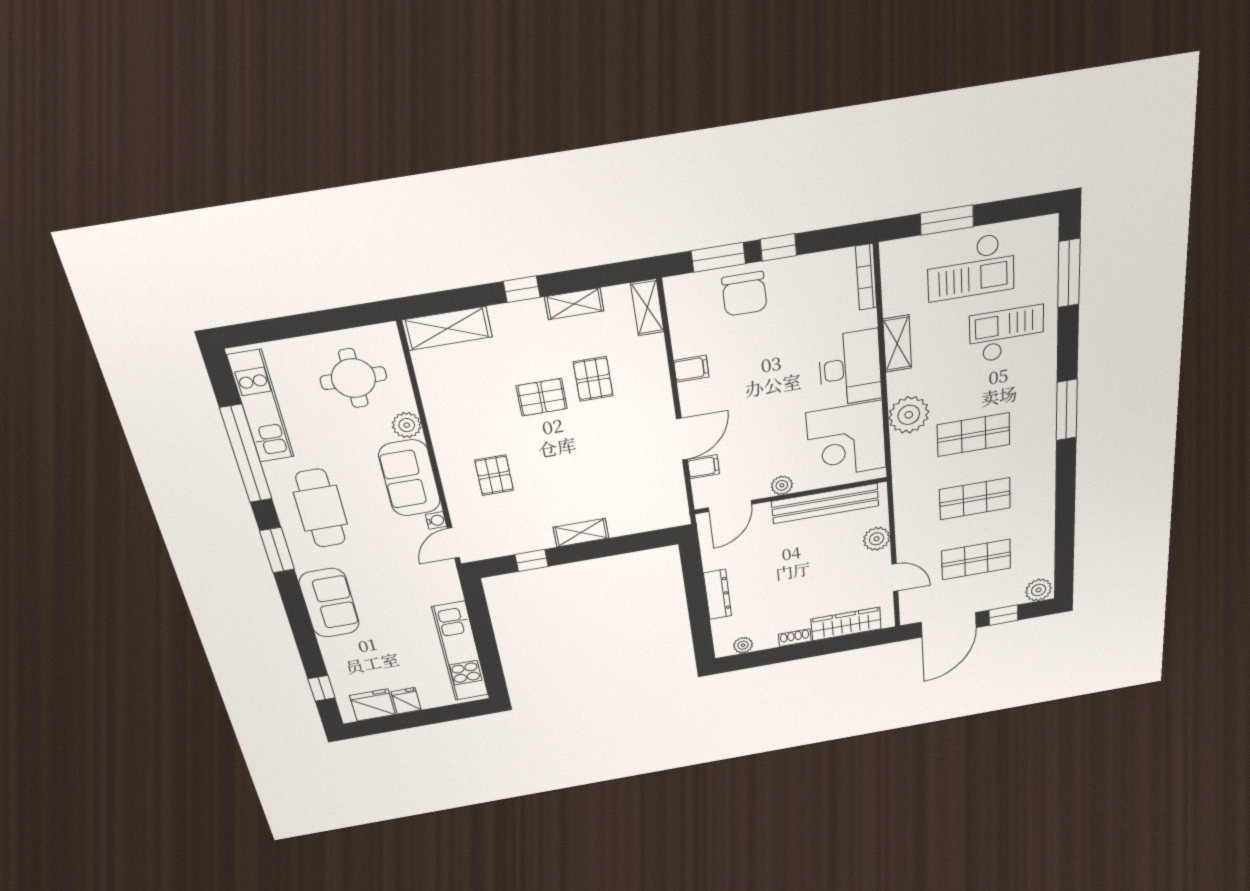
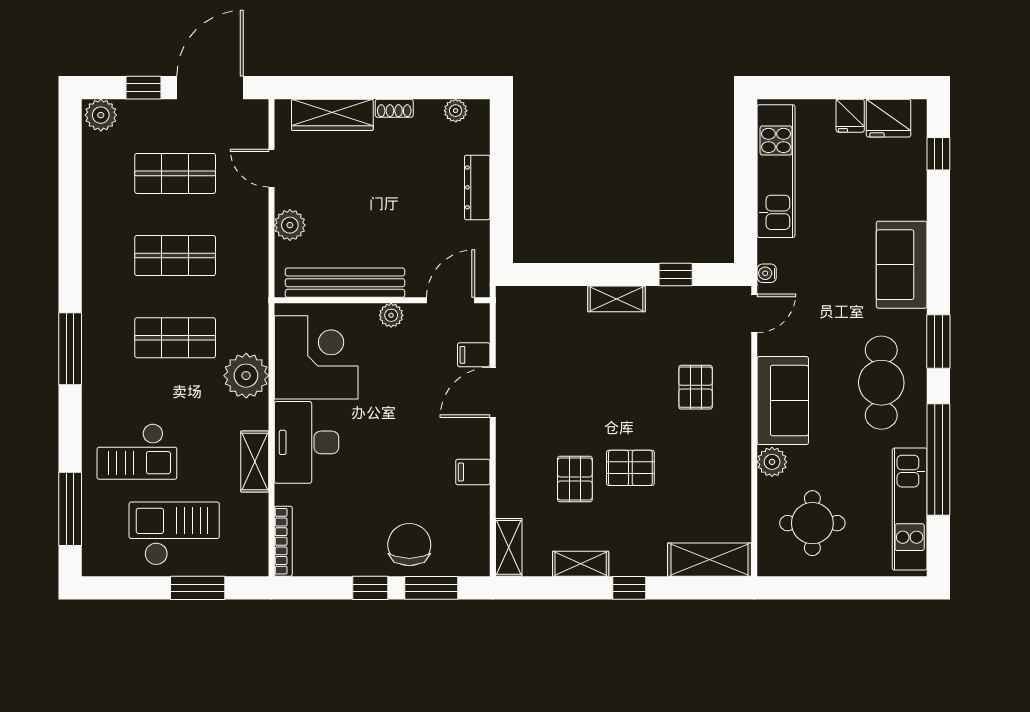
water cooler: (436, 520) -> (767, 273), moved

